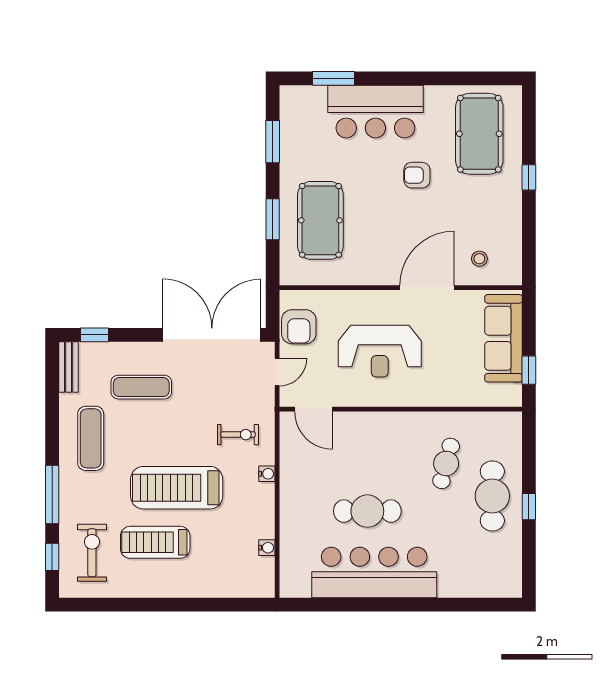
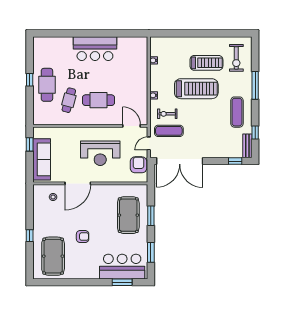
bar counter: (375, 112) -> (122, 267), moved
reception desk: (380, 351) -> (100, 153), turned 180
exercise mat: (141, 387) -> (169, 131), moved
cafe table: (367, 511) -> (98, 100), moved
window: (52, 557) -> (255, 133), moved
bar counter: (374, 573) -> (95, 49), width x0.73

